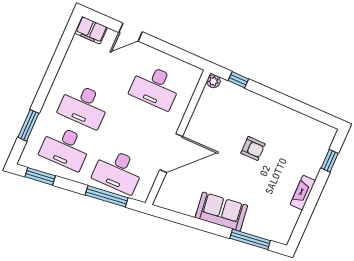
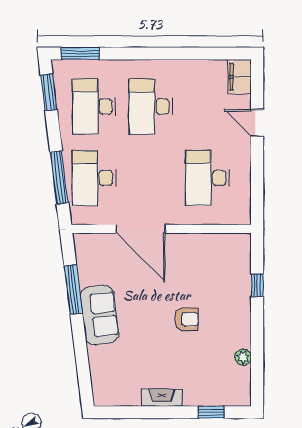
window: (238, 80) -> (257, 285), moved
plant: (214, 81) -> (243, 357), moved
window: (28, 125) -> (80, 54), moved
armchair: (253, 149) -> (187, 319), turned -90
window: (250, 239) -> (73, 289), moved

